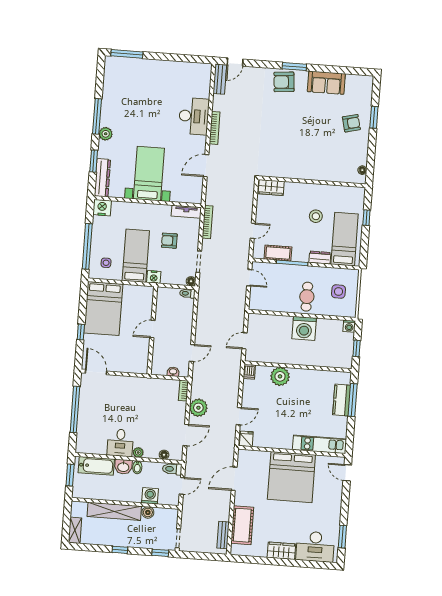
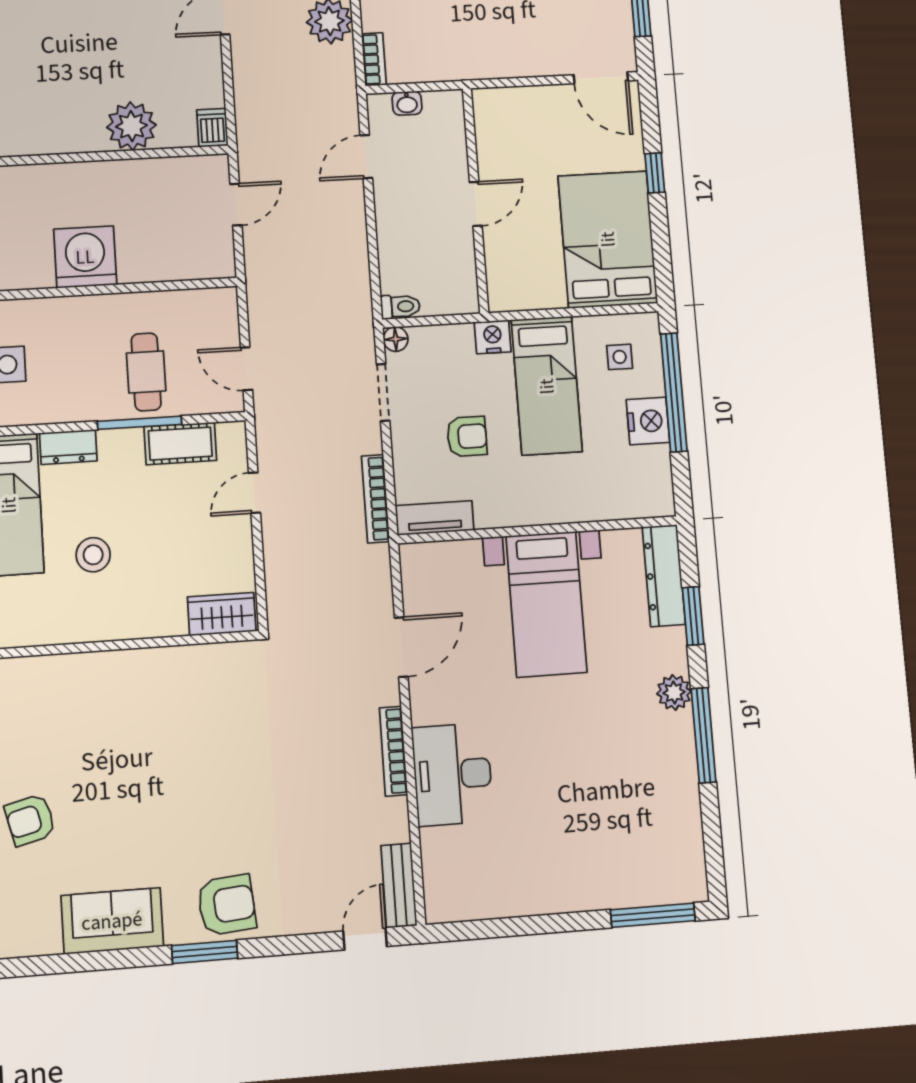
nightstand: (102, 208) -> (648, 421), moved, turned -90
cafe table: (307, 297) -> (146, 372), moved

